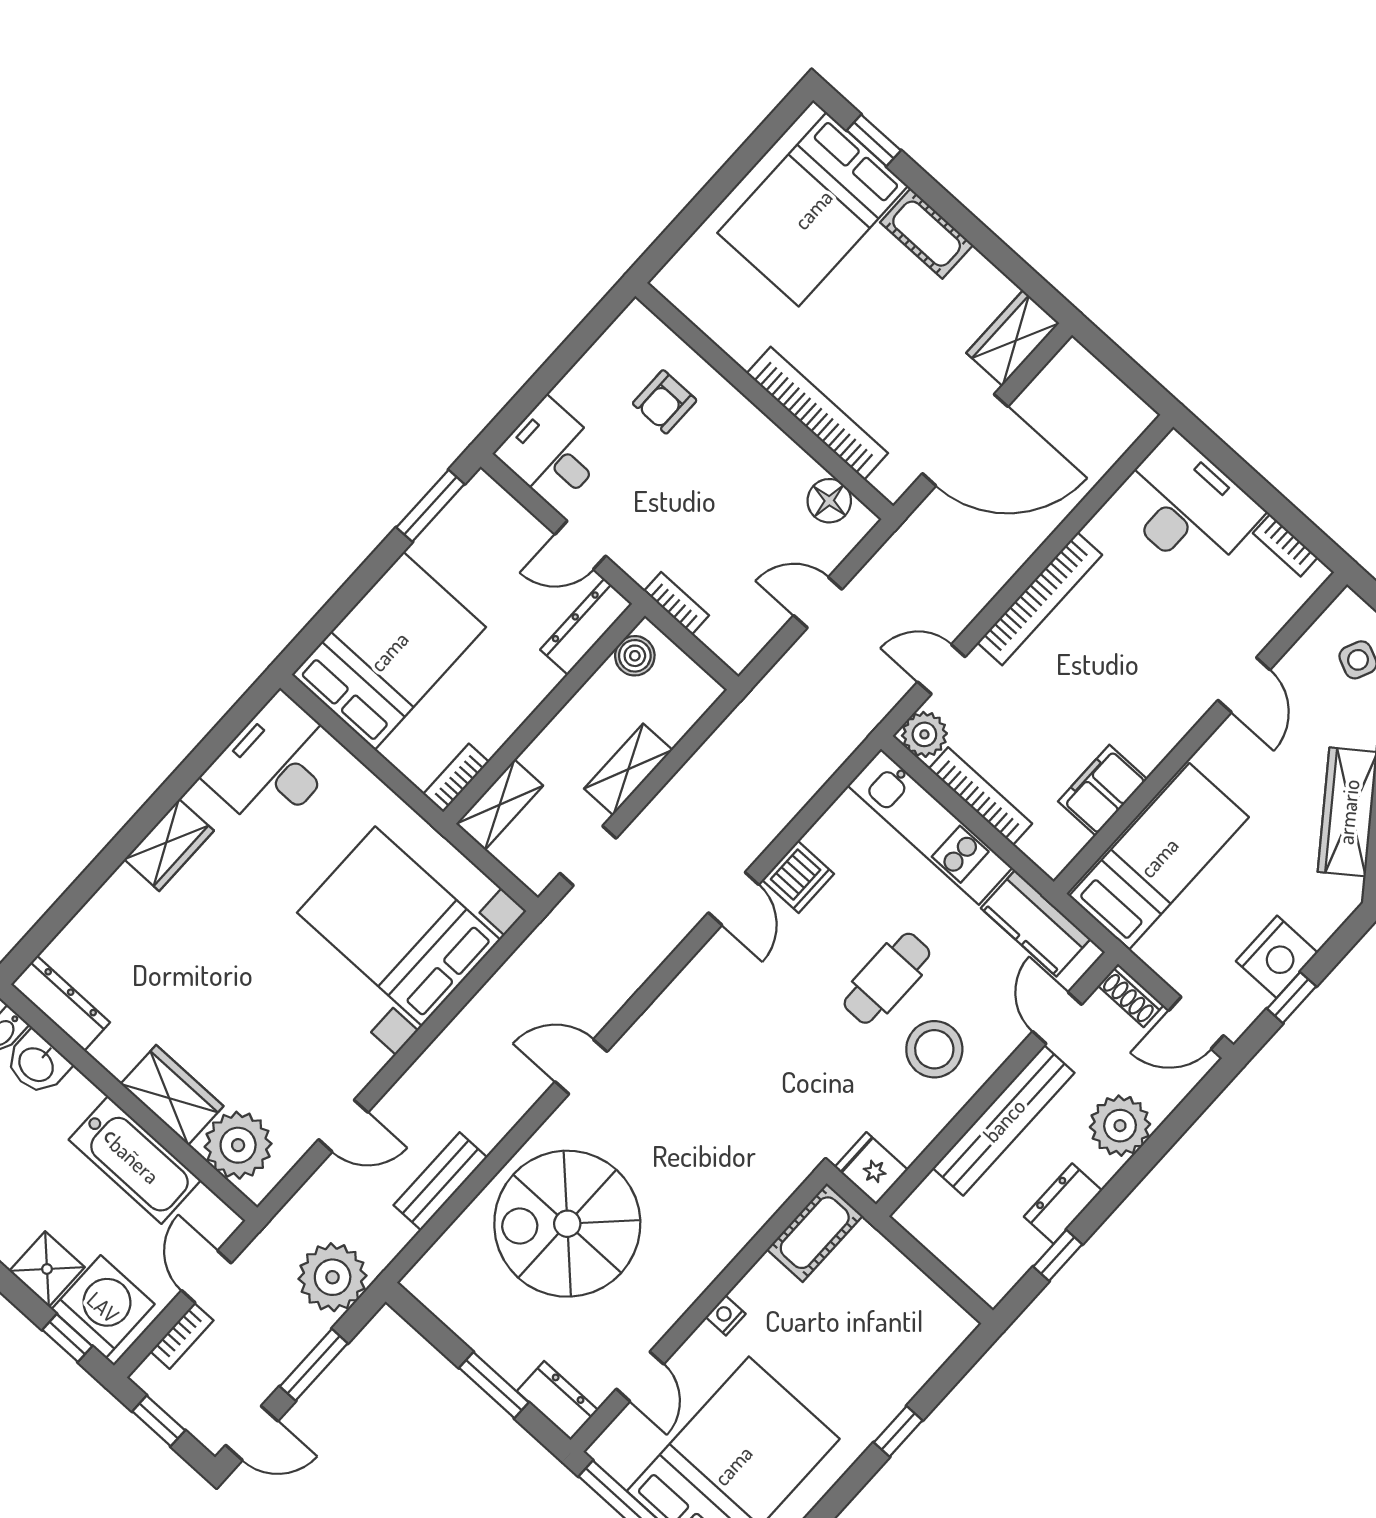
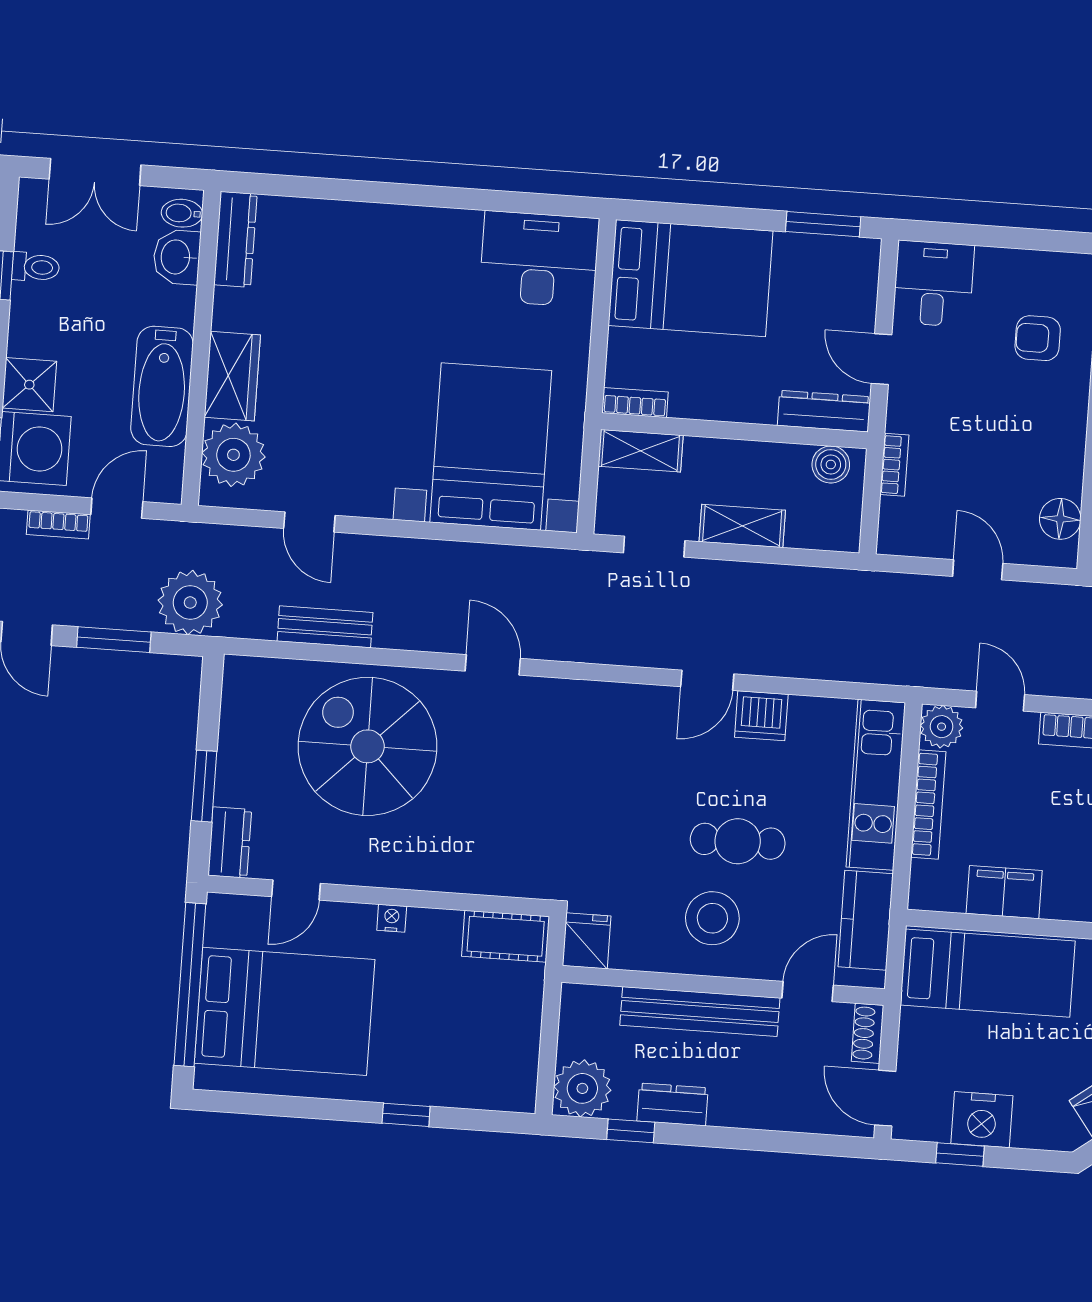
wardrobe: (169, 845) -> (417, 228), removed
plant: (1120, 1126) -> (582, 1088), moved

